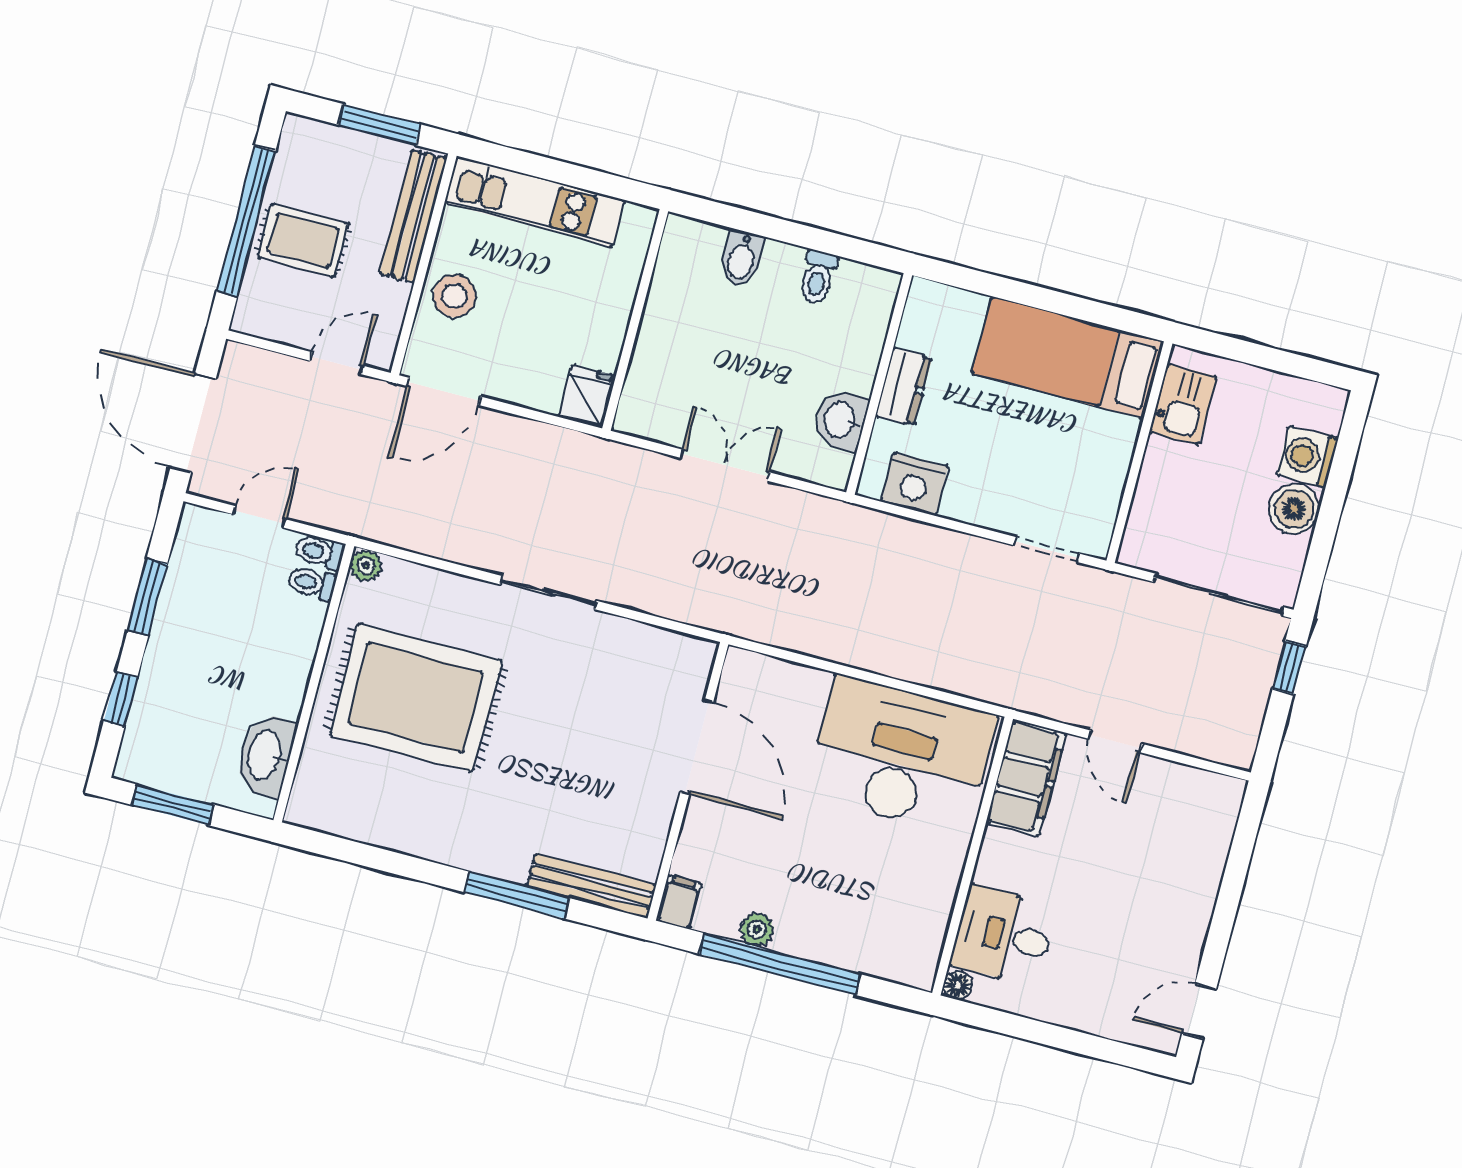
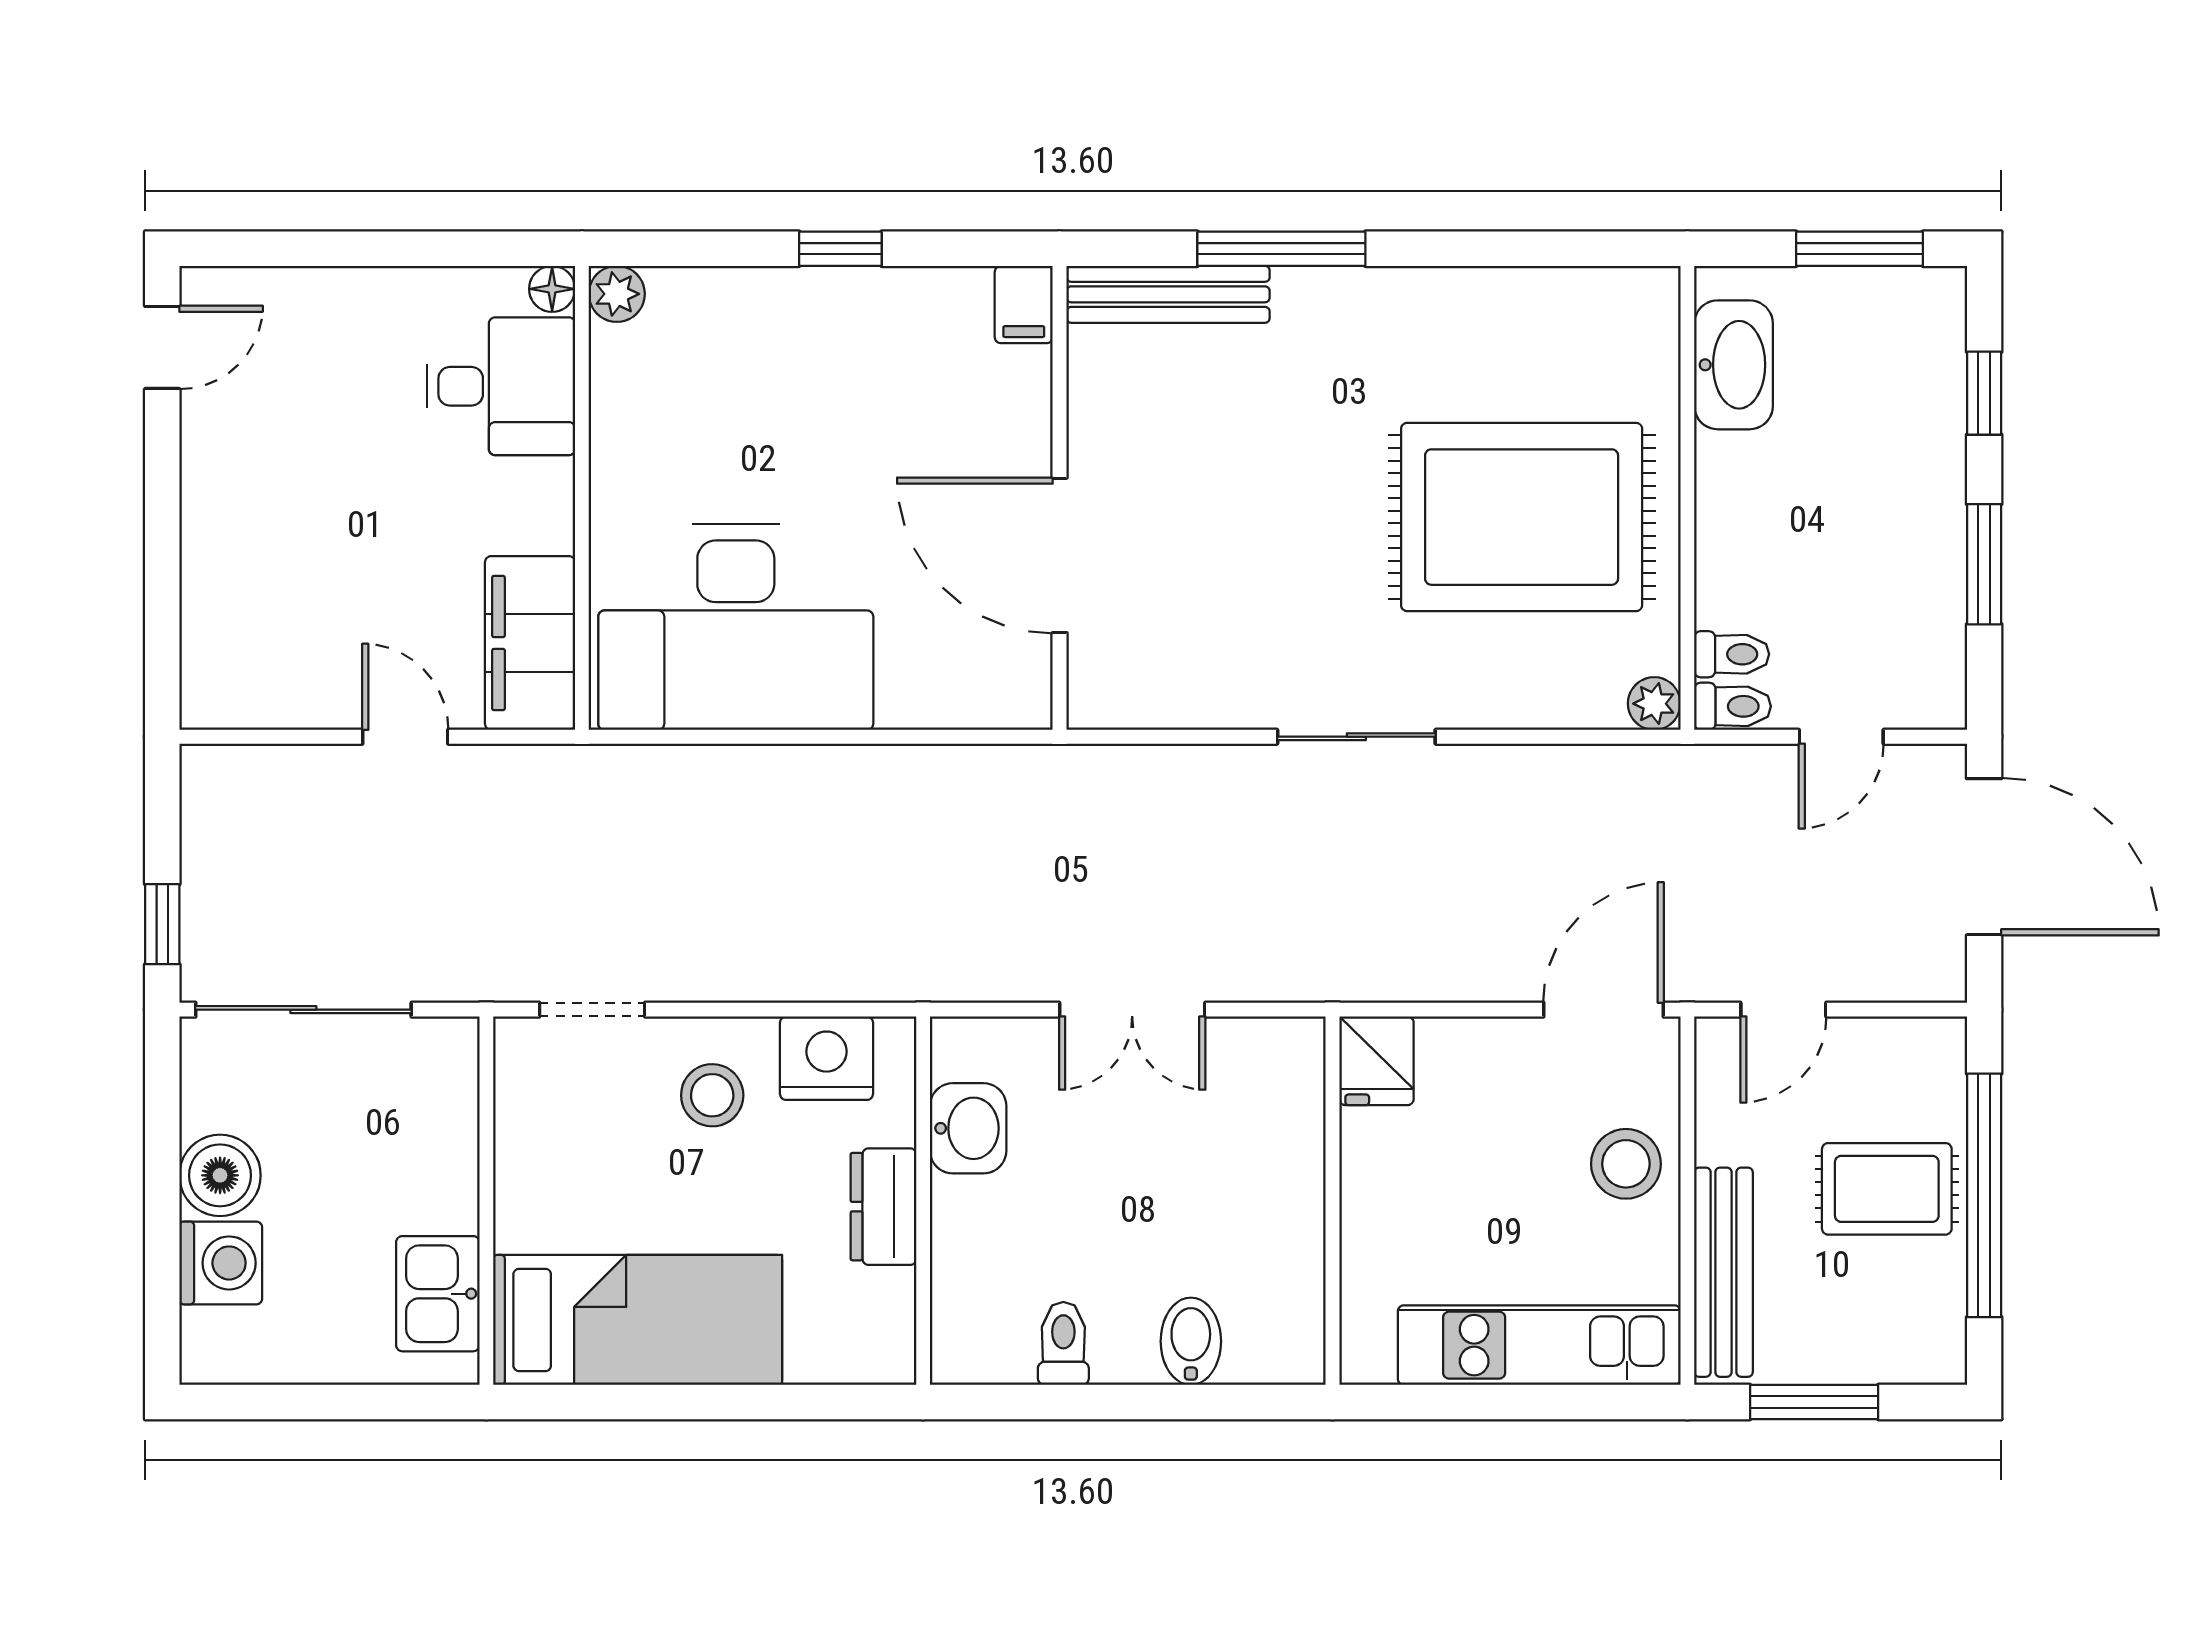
stool: (988, 480) -> (712, 1095), added
plant: (757, 929) -> (617, 294), moved
window: (780, 964) -> (840, 249), width x0.32

